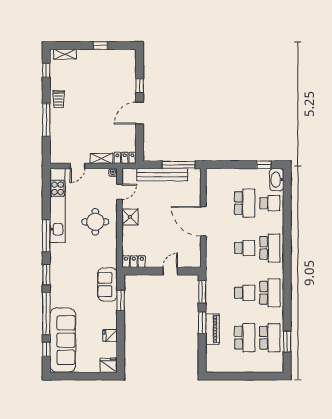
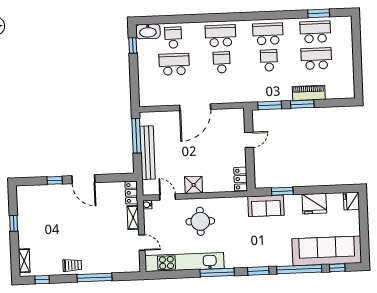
door: (170, 271) -> (249, 140), swing flipped
fridge: (110, 335) -> (314, 204), width x1.88, depth x1.34

